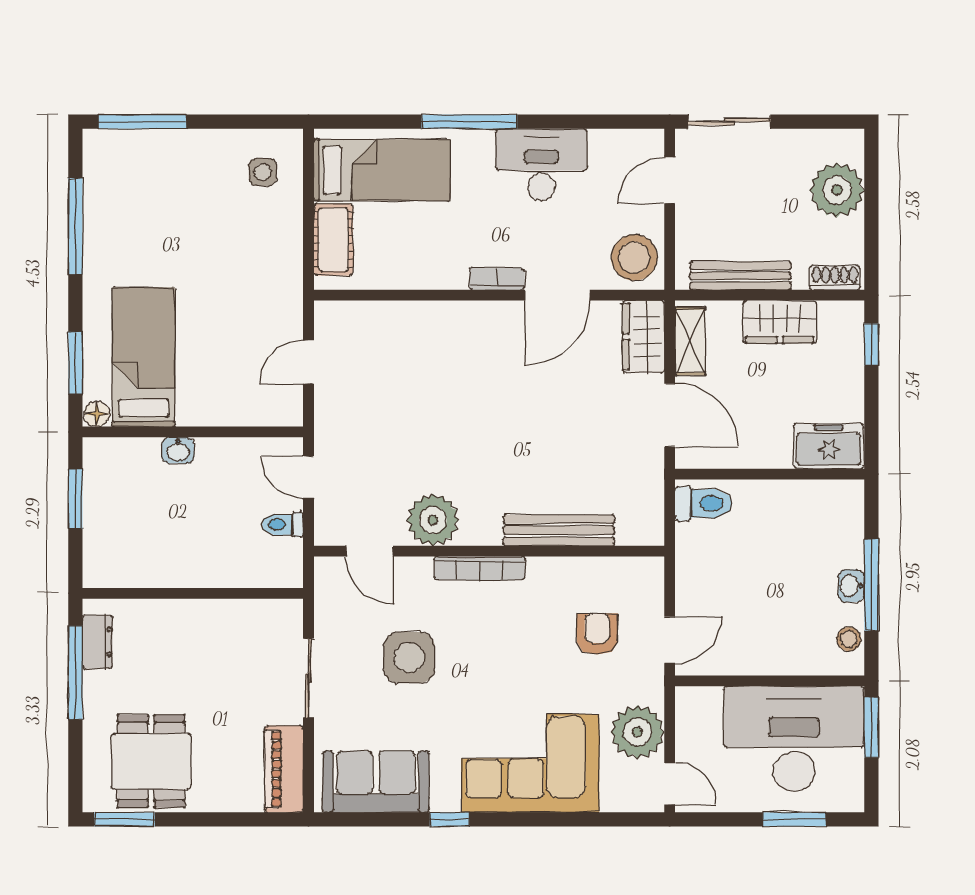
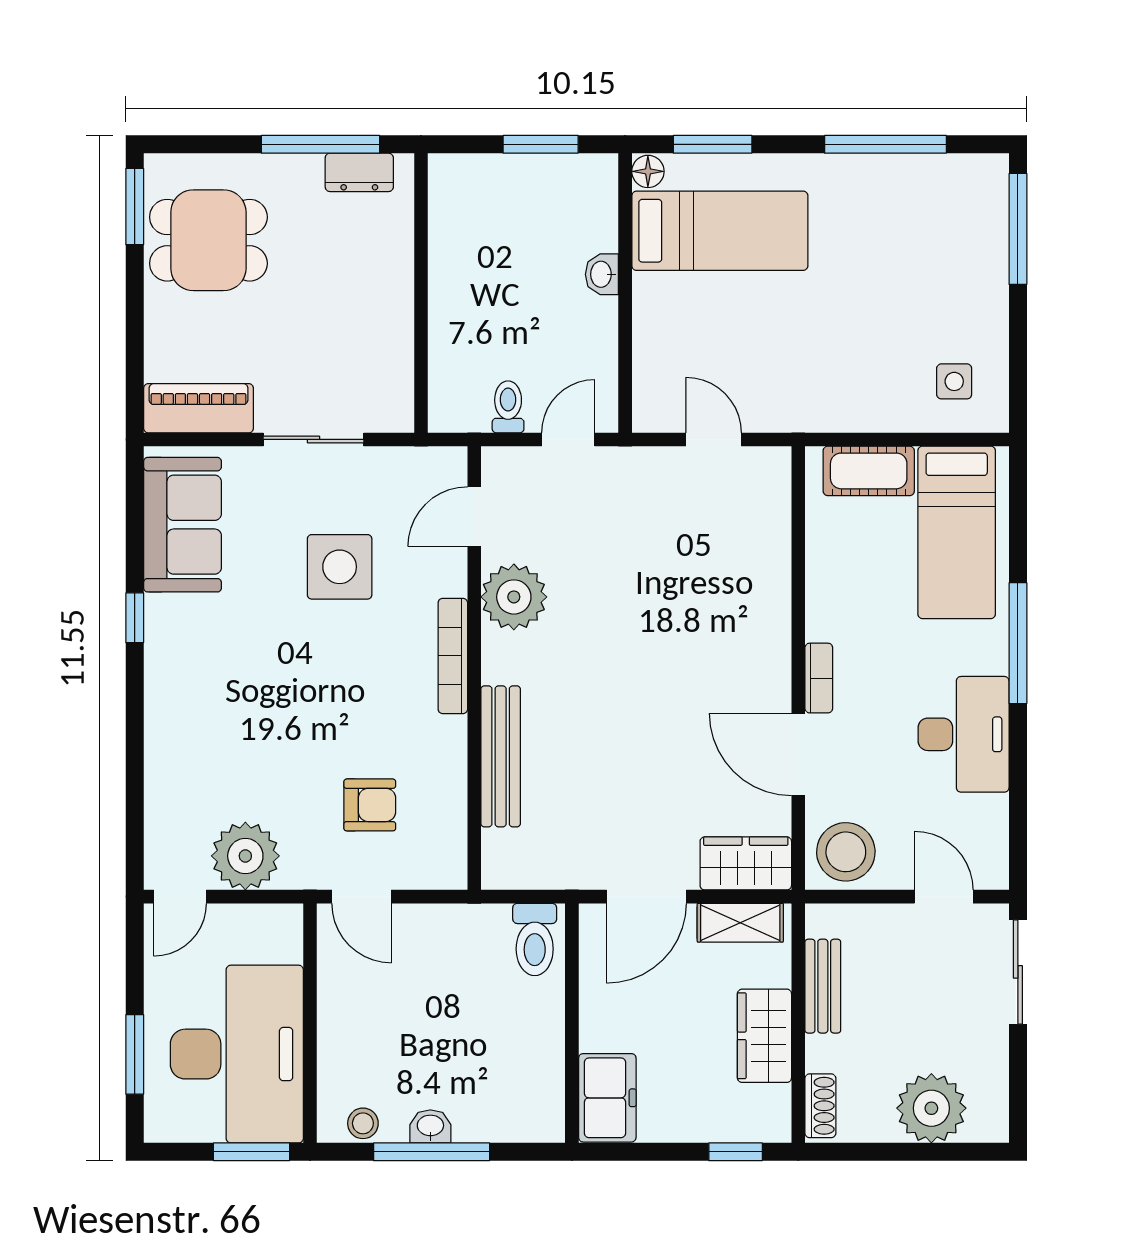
bench: (740, 276) -> (823, 986), width x0.73
corner sofa: (530, 763) -> (206, 720), removed

